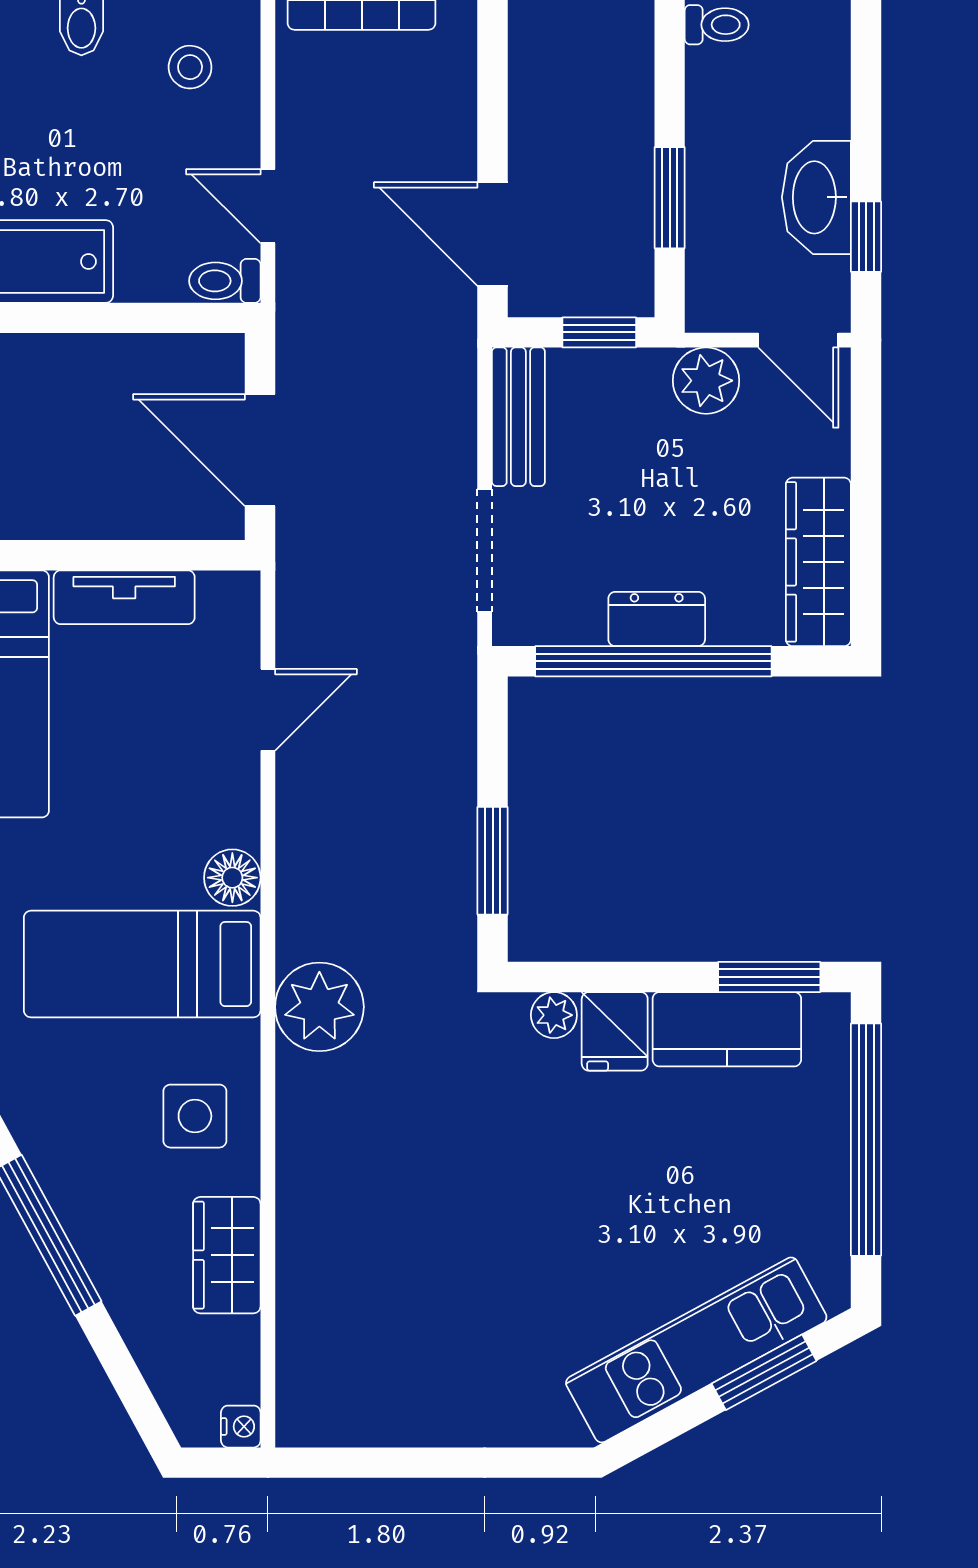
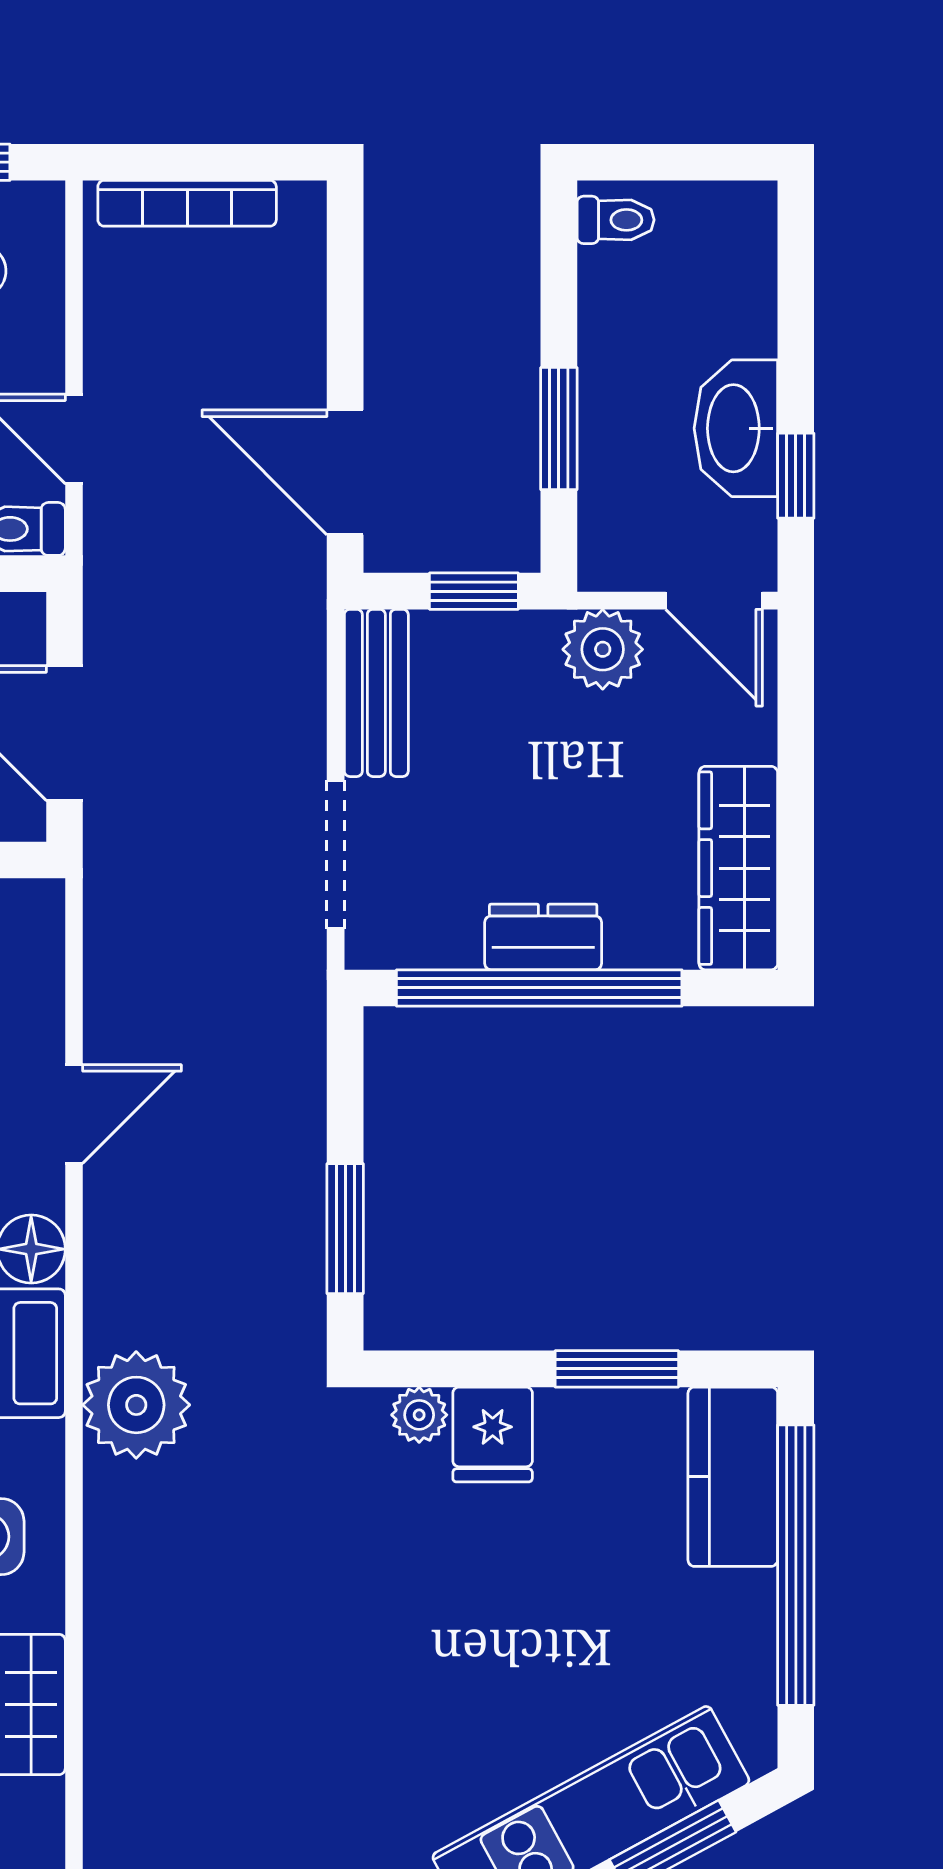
door: (268, 710) -> (74, 1114), moved
window: (769, 977) -> (617, 1369), moved
kitchen counter: (727, 1029) -> (733, 1477), moved, turned 90

